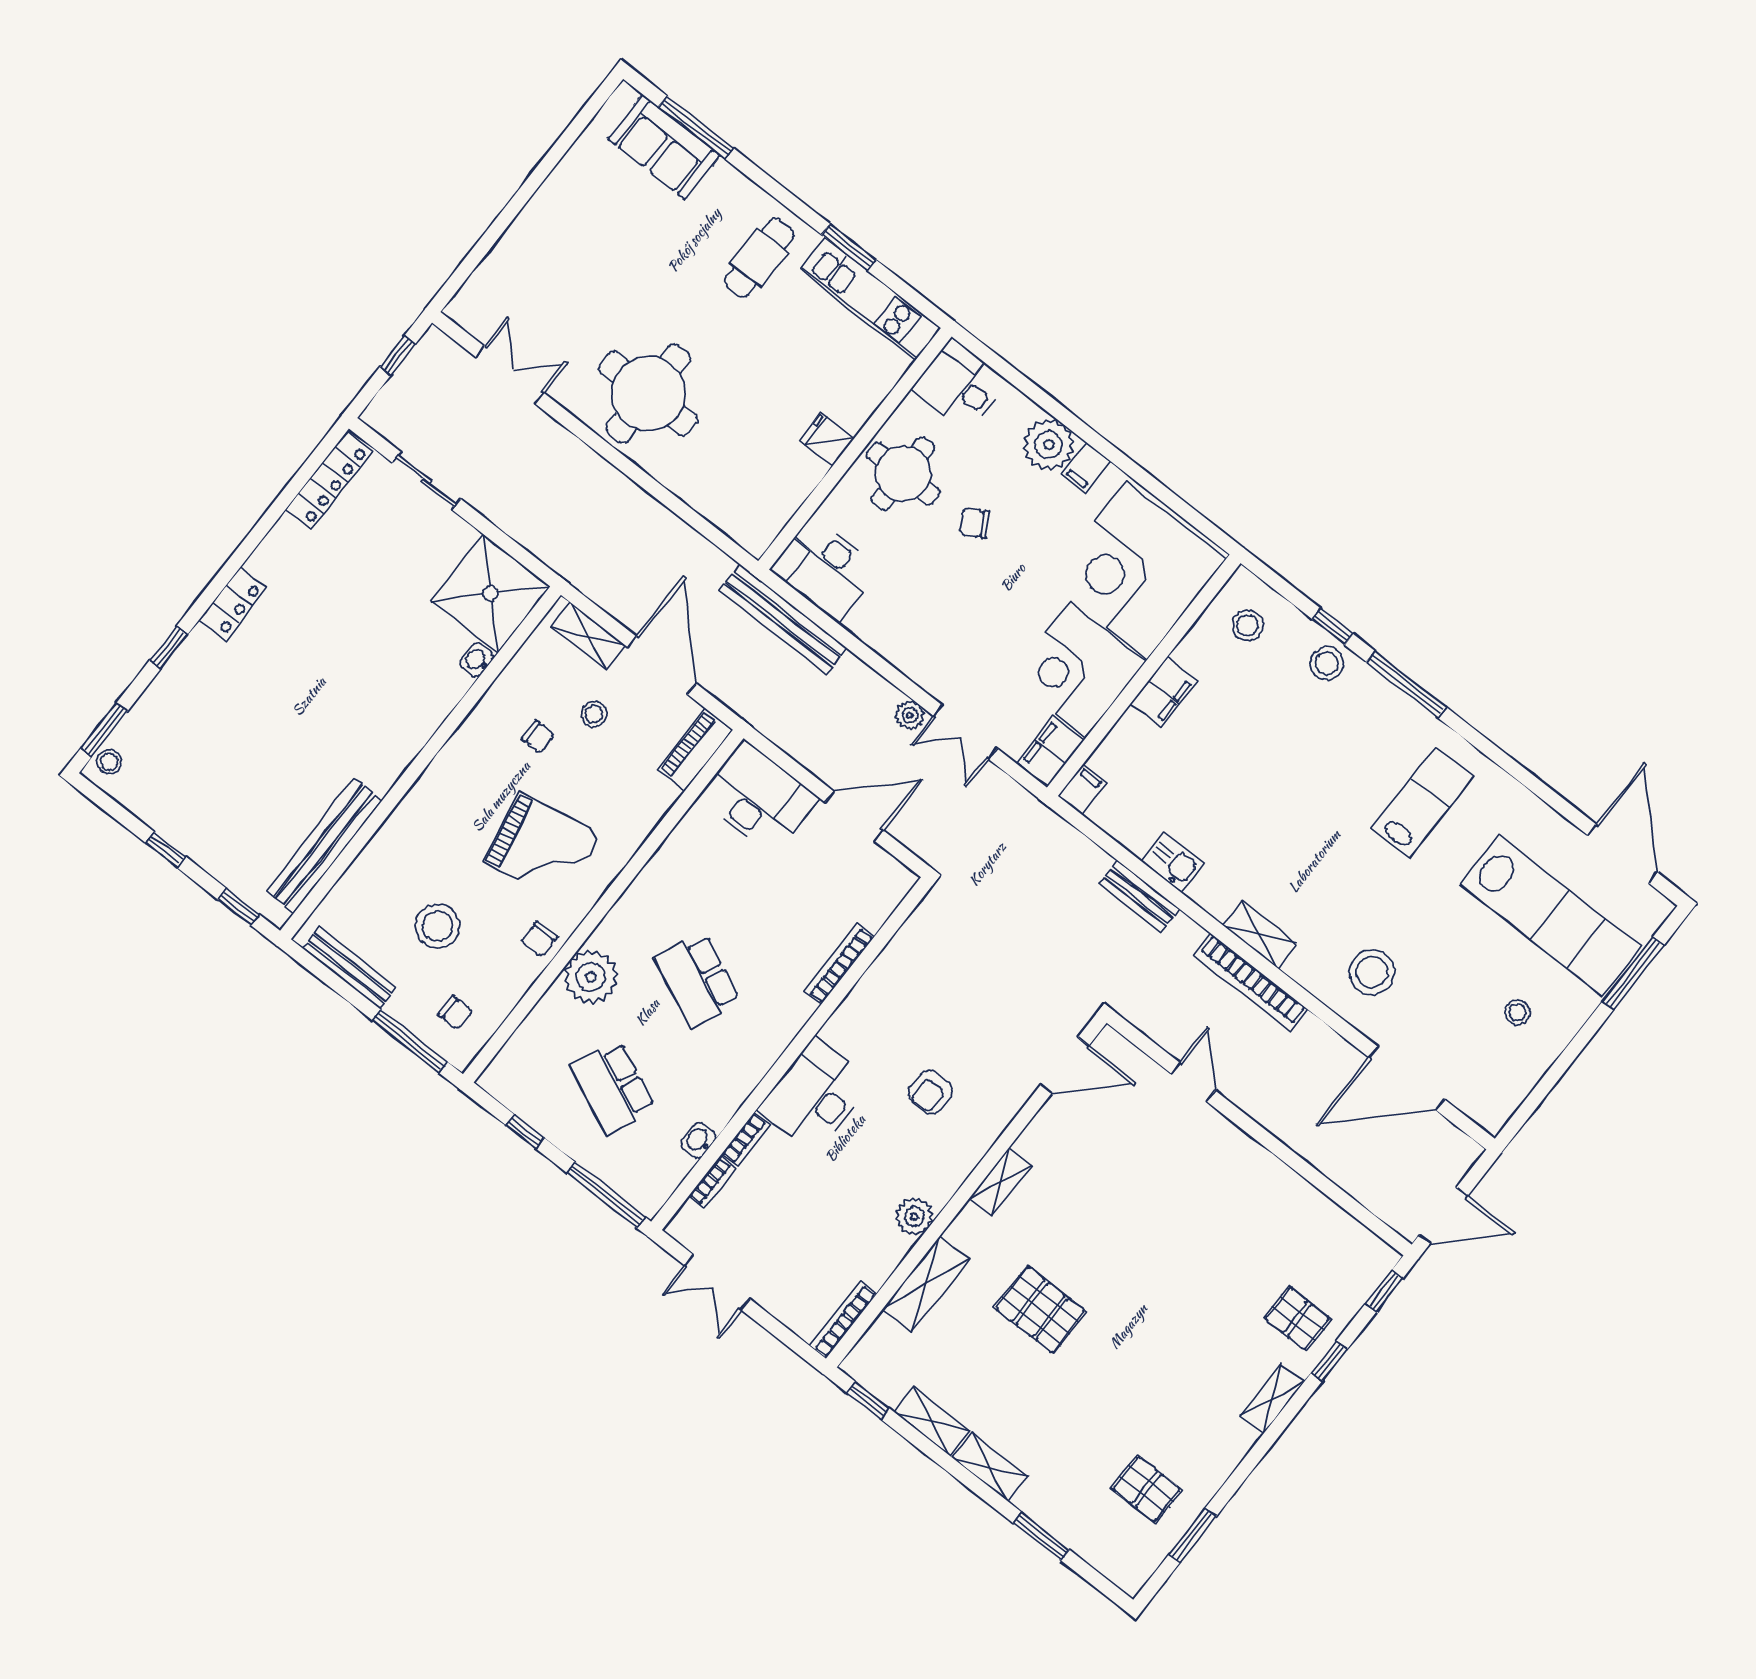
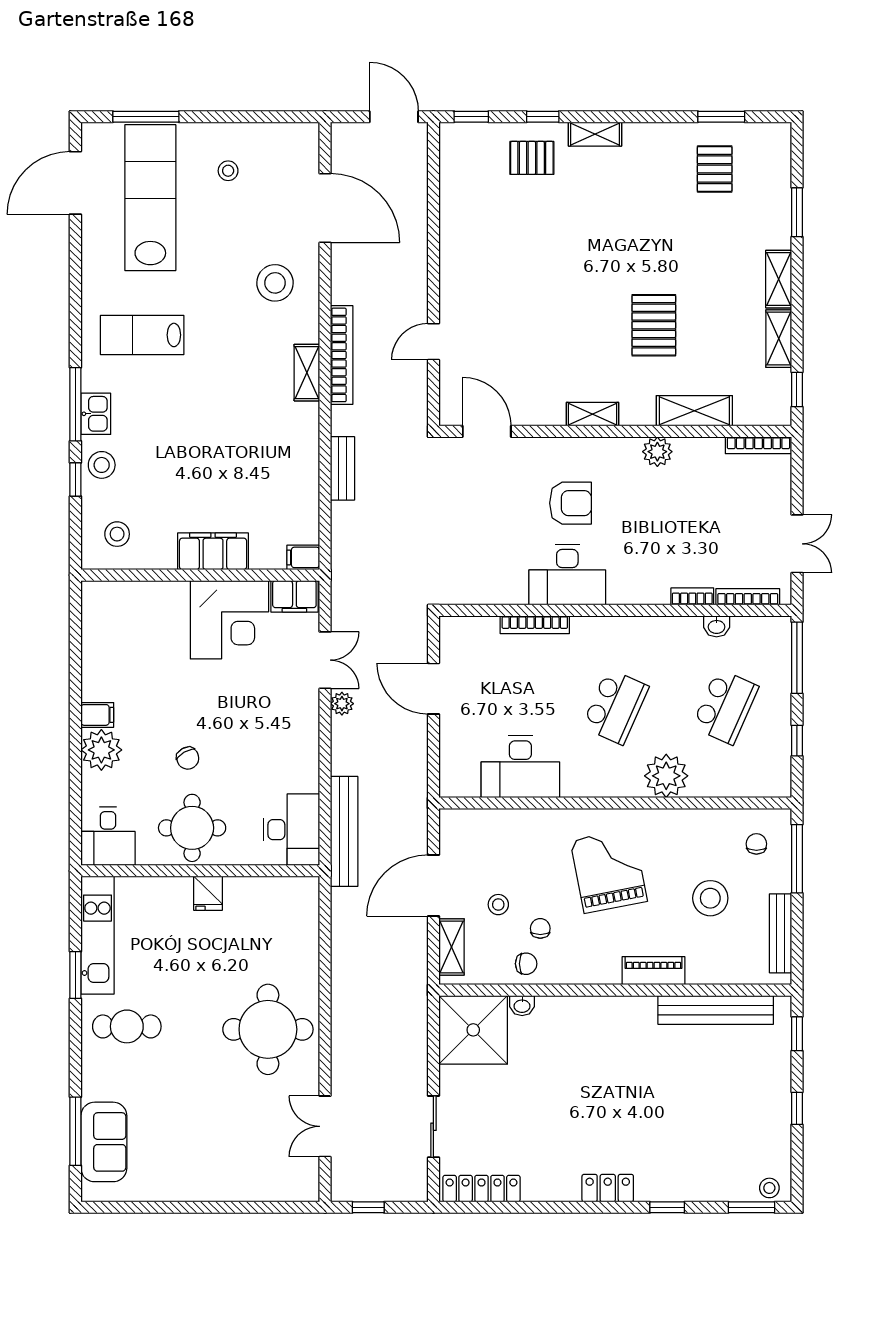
corner desk: (1137, 570) -> (137, 632), removed
filing cabinet: (1164, 692) -> (213, 551), width x1.50, depth x1.17
piano: (695, 750) -> (654, 971), moved, turned 180
desk: (758, 798) -> (520, 767), moved, turned -90
kitchen sink: (1173, 863) -> (96, 414), moved, turned 180
chair: (539, 939) -> (526, 964), moved
armchair: (931, 1092) -> (571, 503), width x1.38, depth x1.38
desk: (815, 1096) -> (567, 575), moved
bookcase: (712, 1182) -> (748, 597), width x1.56
pallet: (1297, 1319) -> (532, 158), turned 90

